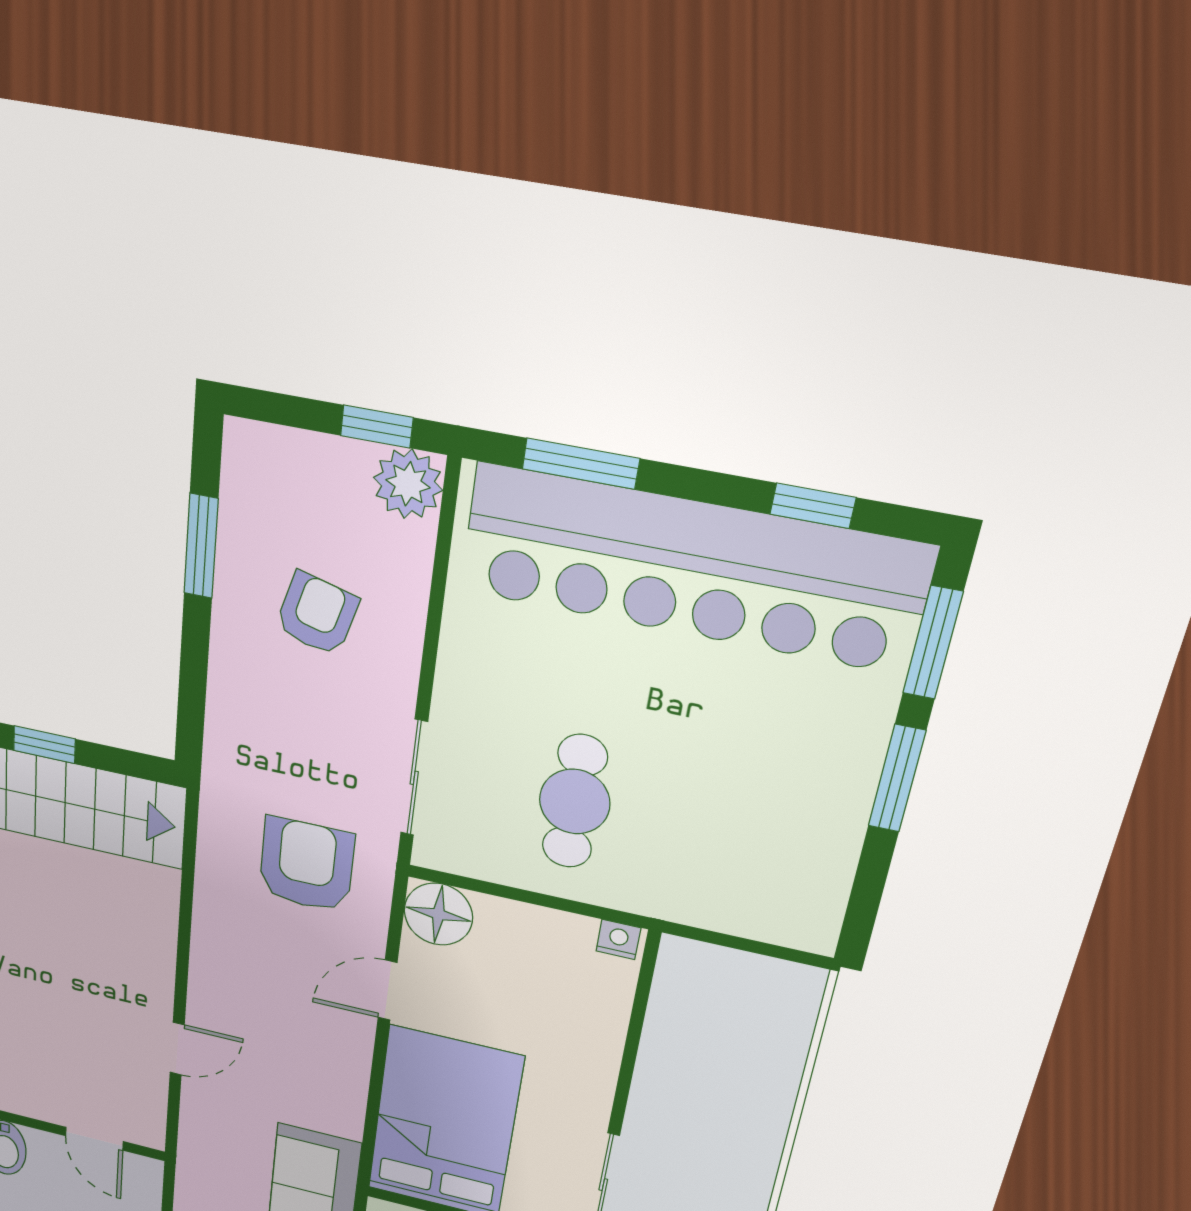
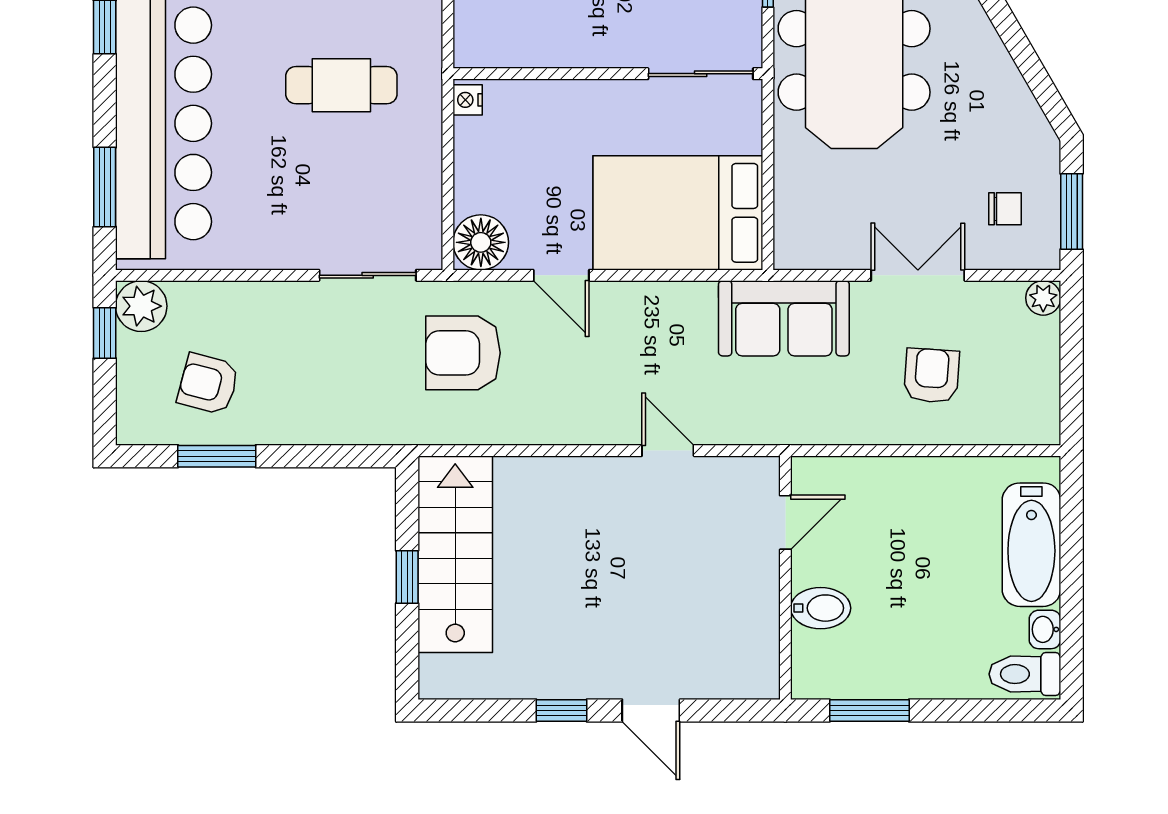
armchair: (317, 614) -> (208, 384), moved
cafe table: (575, 802) -> (341, 85), moved

